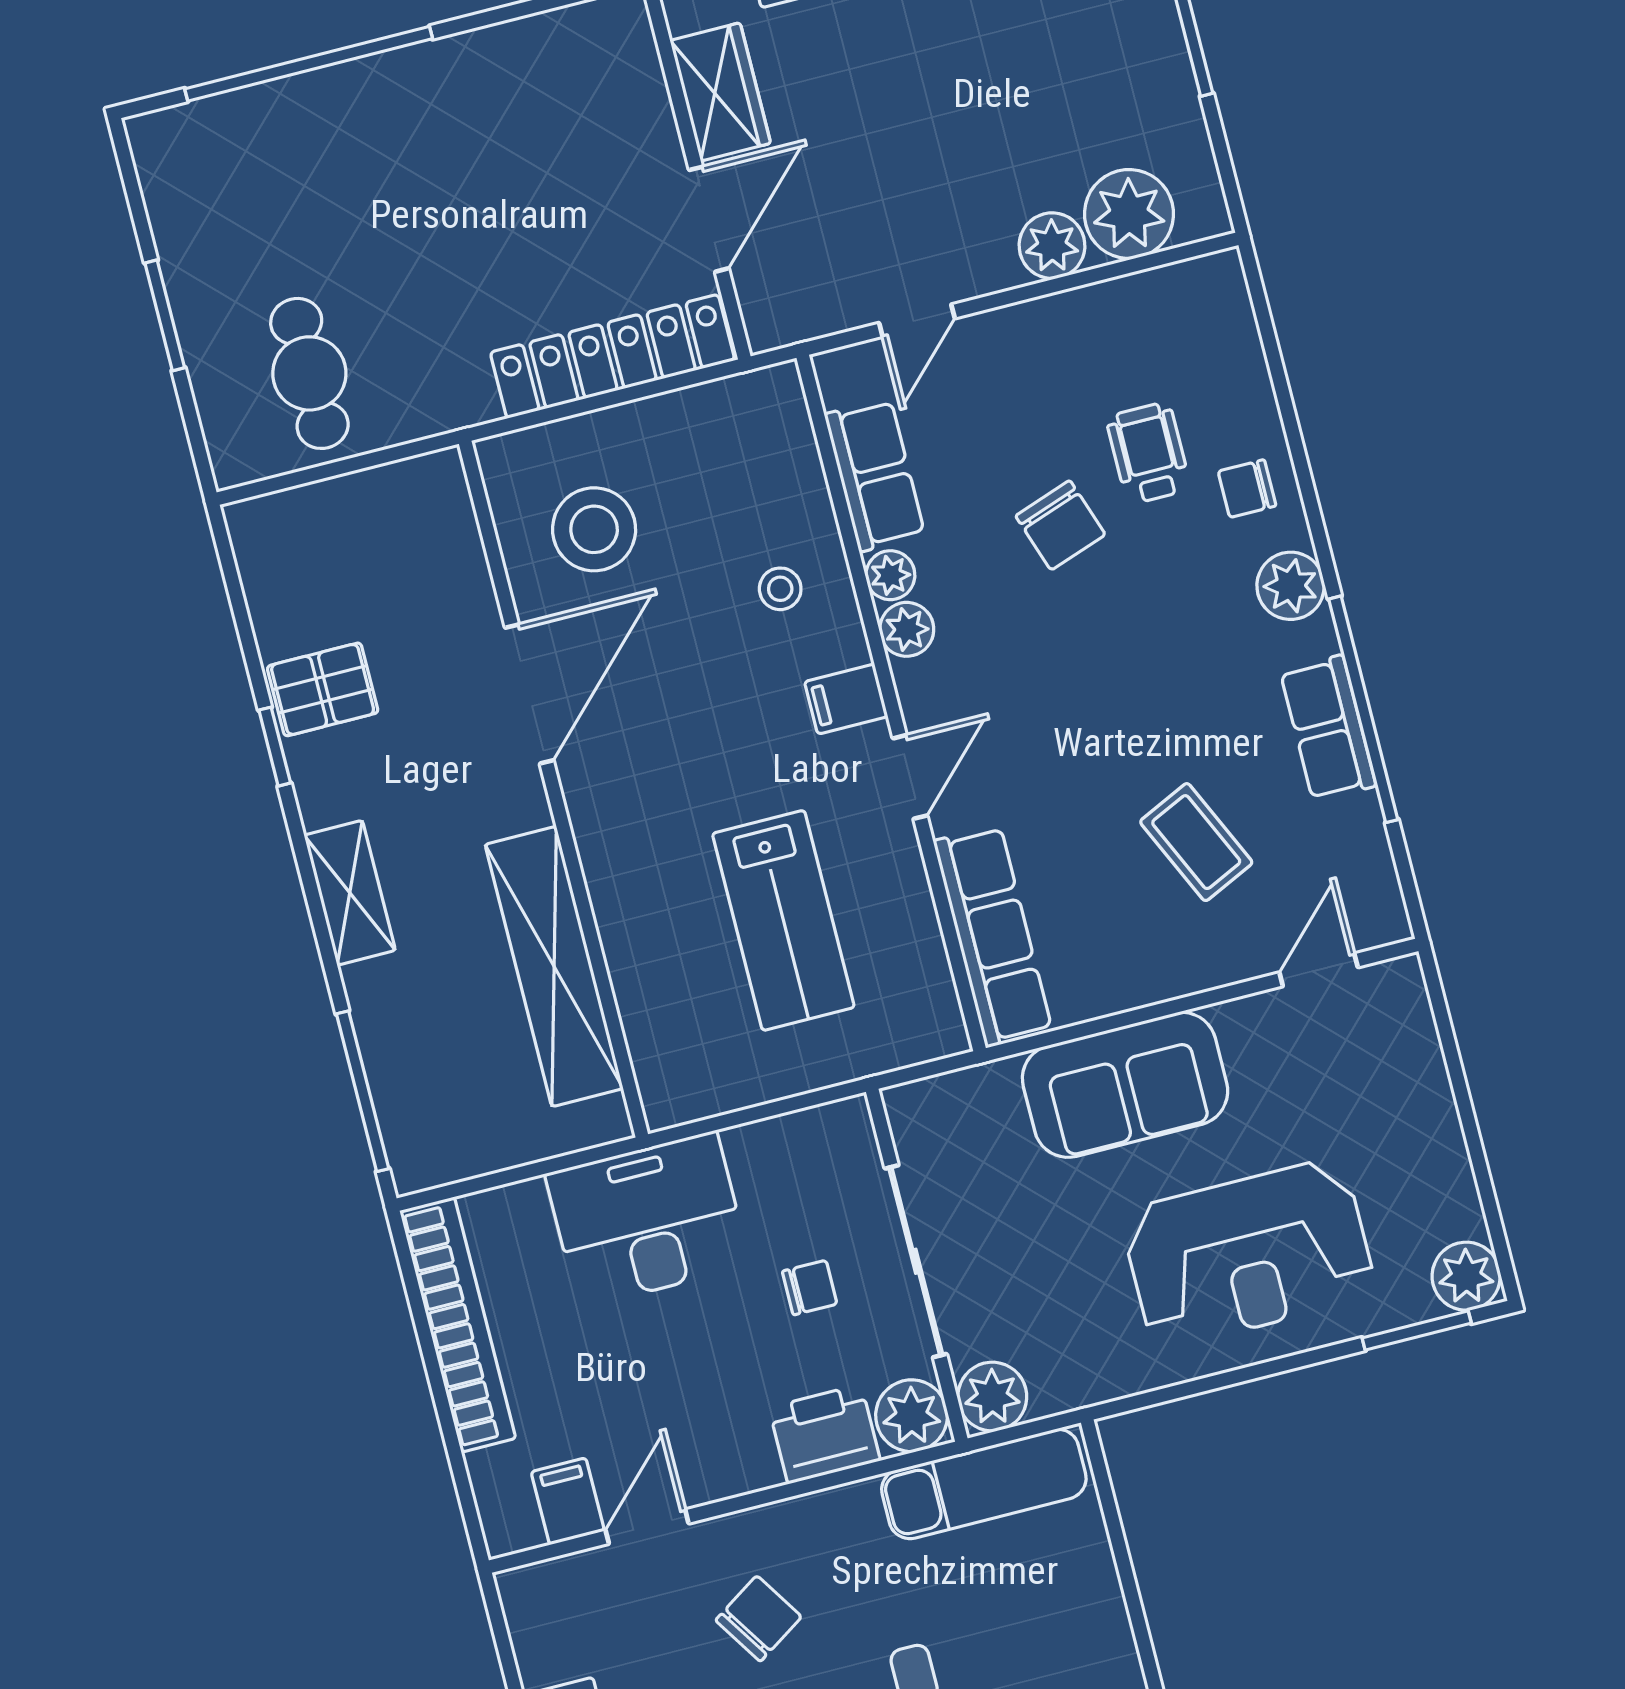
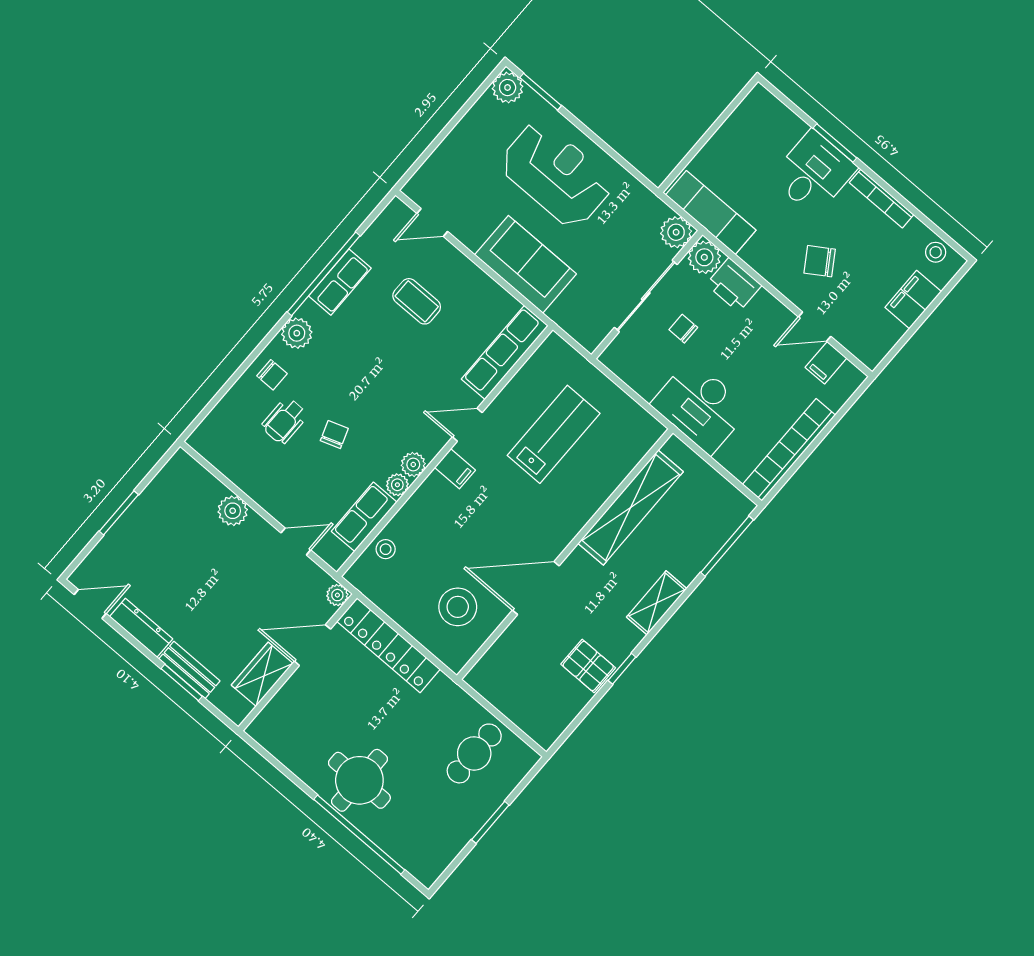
round table: (406, 133) -> (359, 780), added
plant: (1129, 214) -> (337, 595), moved, width x0.53, depth x0.53
chair: (1060, 525) -> (334, 435), width x0.73, depth x0.73
stool: (780, 589) -> (386, 549), moved
coffee table: (1196, 842) -> (417, 301), turned -65

